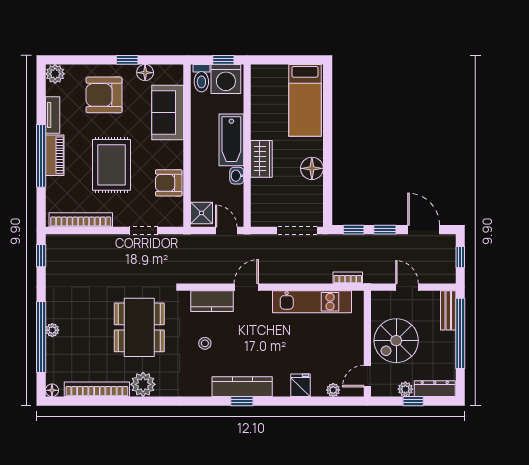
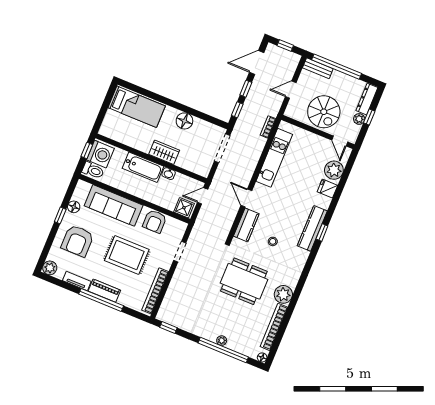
sofa: (168, 113) -> (114, 205), width x1.36
plant: (333, 390) -> (334, 170), width x1.88, depth x1.88

